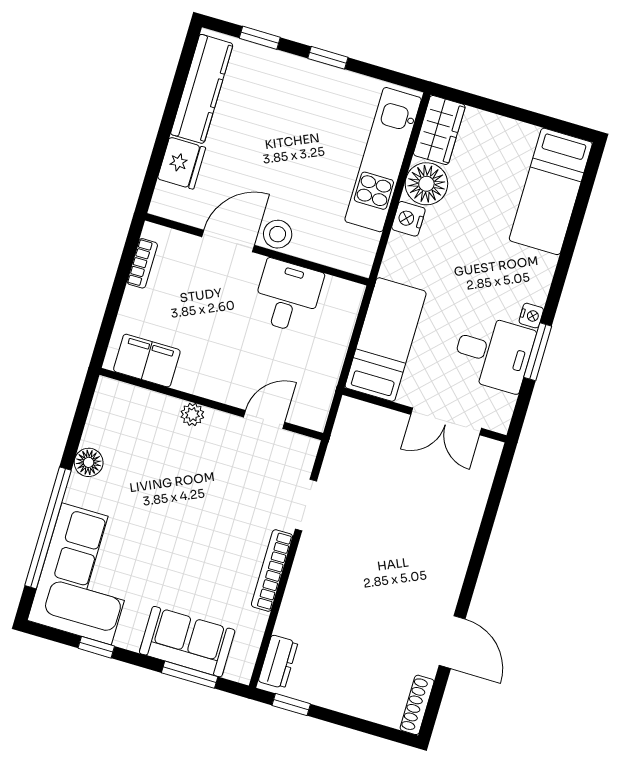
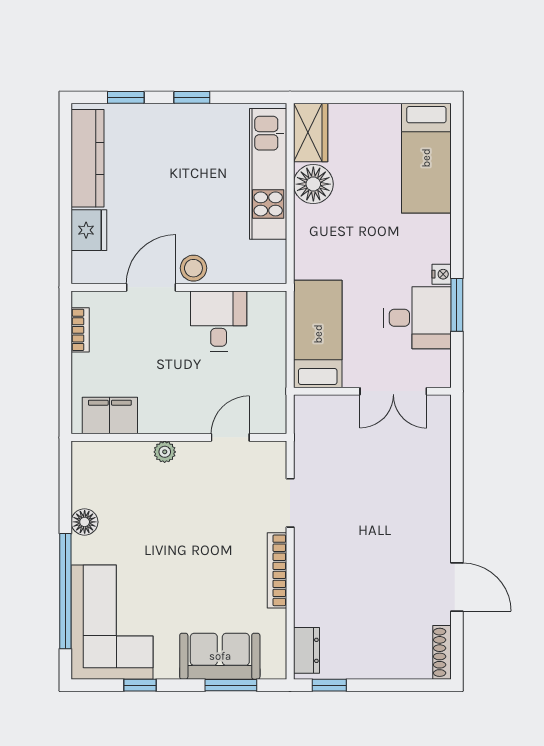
nightstand: (408, 219) -> (306, 220), removed

